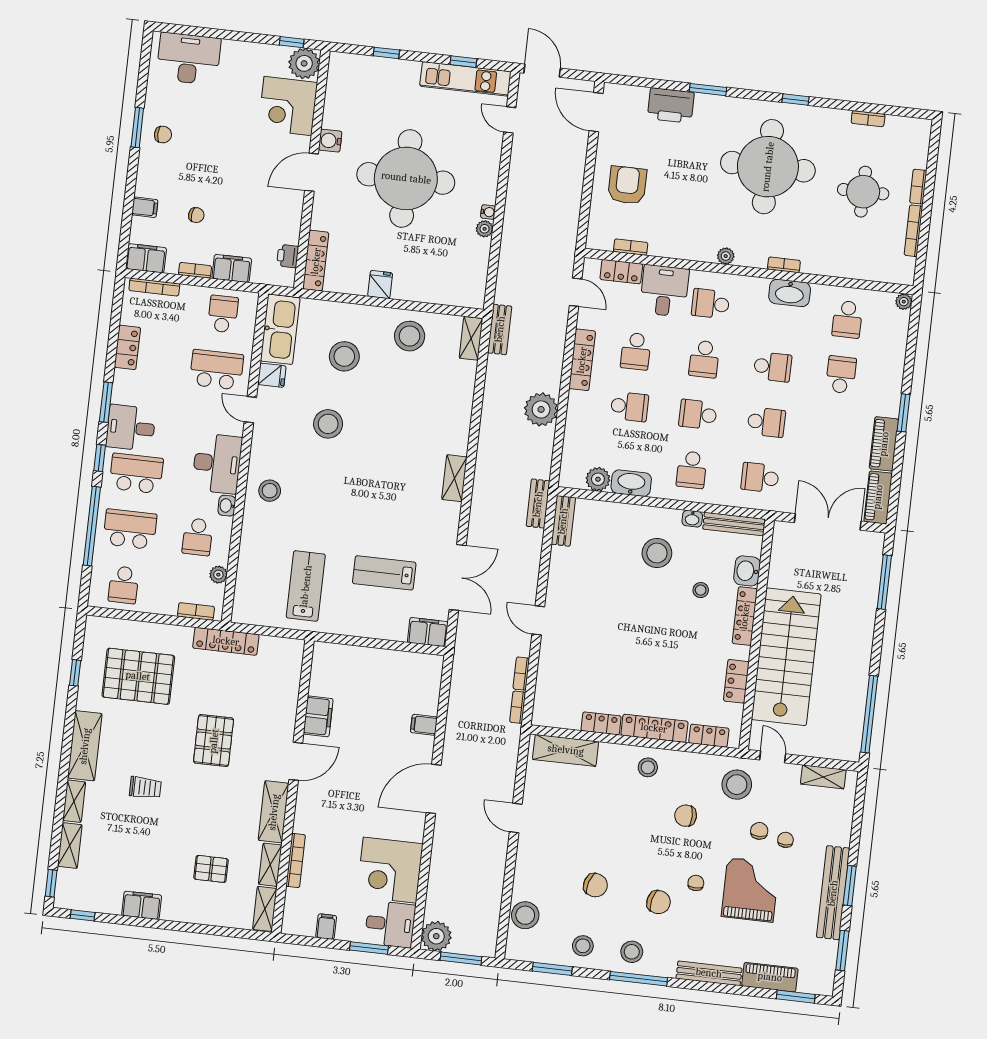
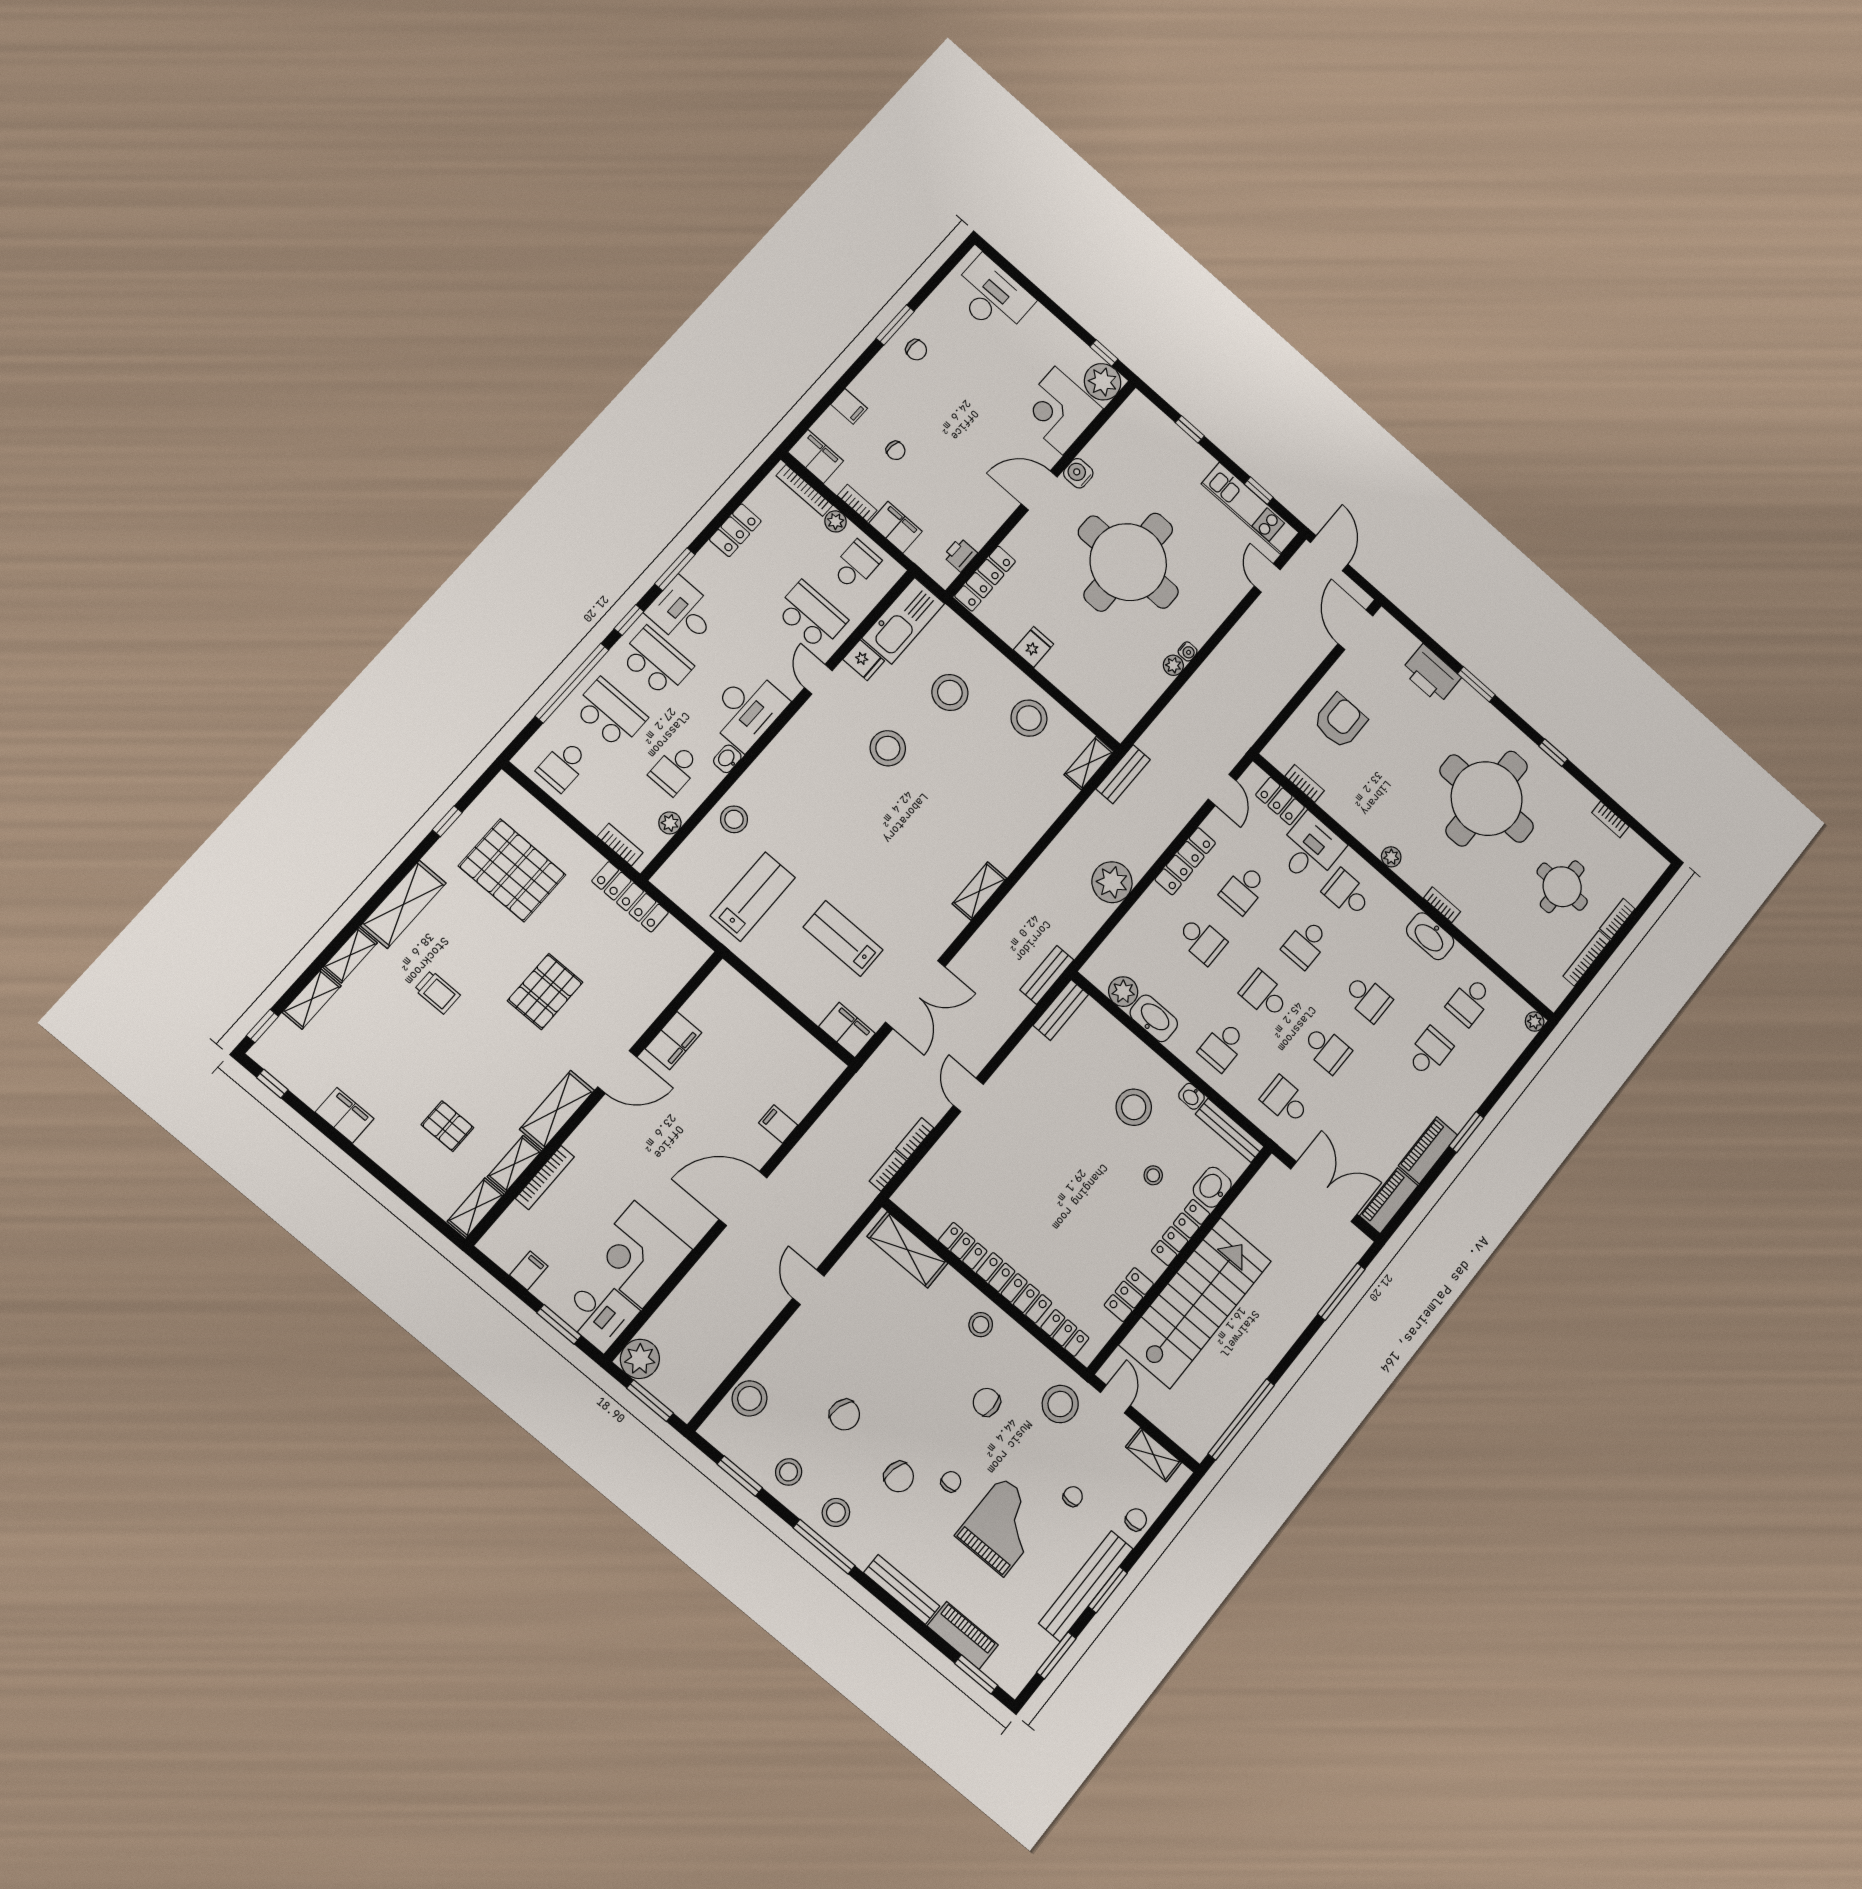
plant: (189, 293) -> (836, 521), added
stool: (270, 491) -> (734, 819), moved
chair: (759, 831) -> (1136, 1520), moved

